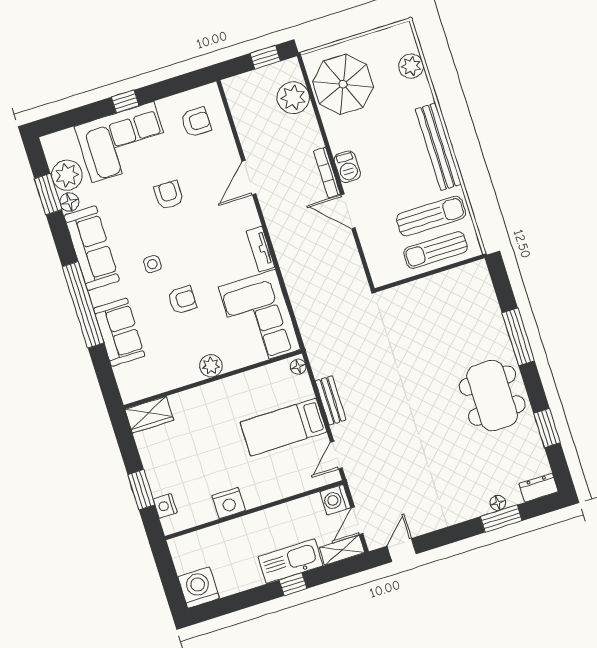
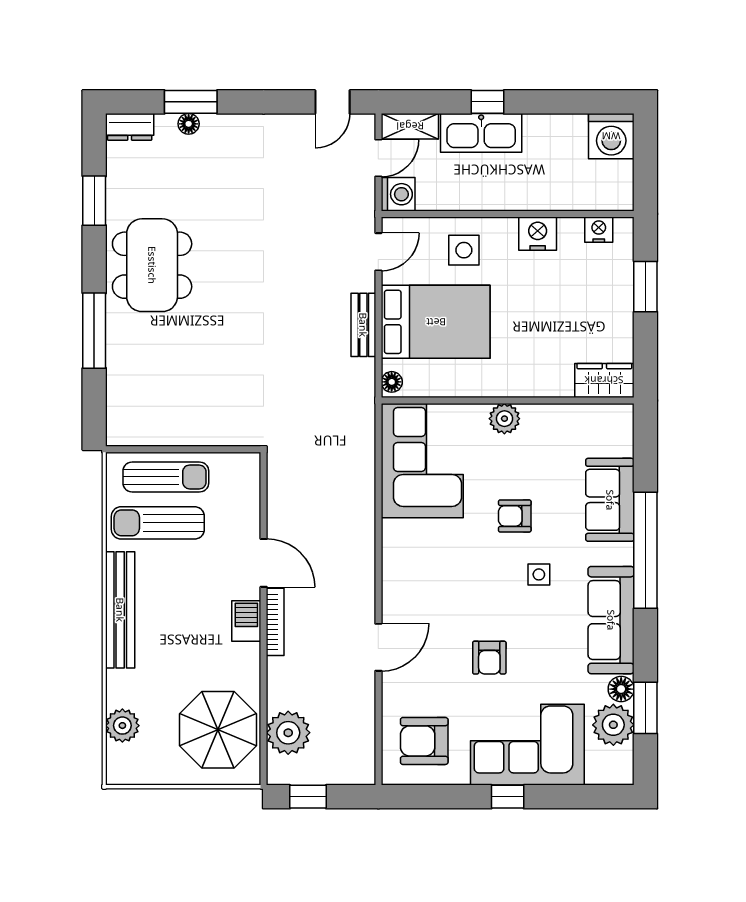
armchair: (196, 122) -> (424, 741), width x1.38, depth x1.38
tv unit: (260, 249) -> (393, 550), removed
bed: (283, 427) -> (436, 322), width x1.50
side table: (277, 475) -> (464, 250), added
nightstand: (165, 506) -> (599, 230), moved, turned -90

